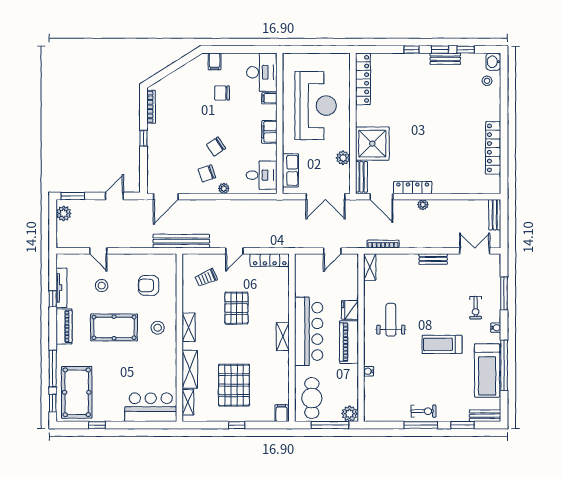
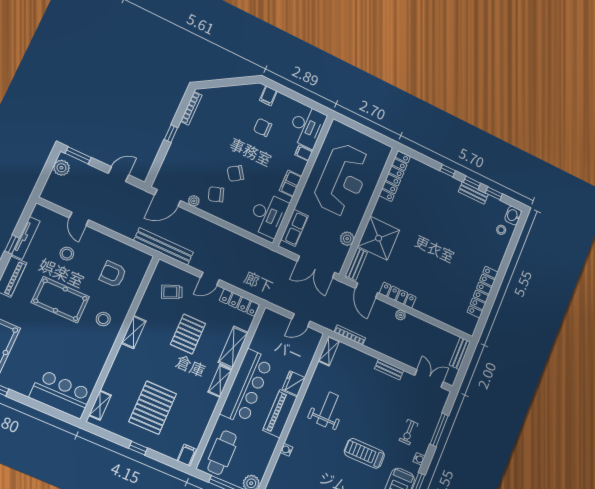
desk: (262, 175) -> (268, 215), width x1.37
plant: (224, 189) -> (194, 201), moved
shelving: (190, 369) -> (233, 347), moved

